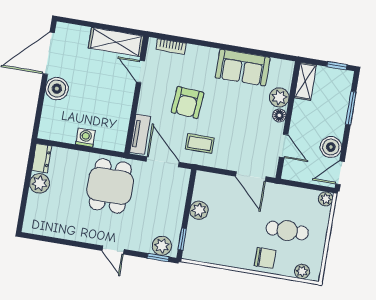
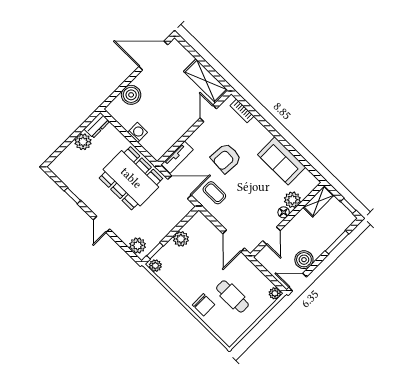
boiler: (57, 89) -> (131, 95), moved
door: (163, 162) -> (179, 187), hinge flipped
dining table: (110, 186) -> (131, 178), width x1.38
window: (158, 258) -> (72, 196), moved
plant: (302, 271) -> (155, 266), moved

